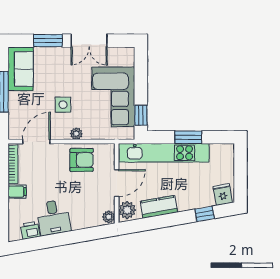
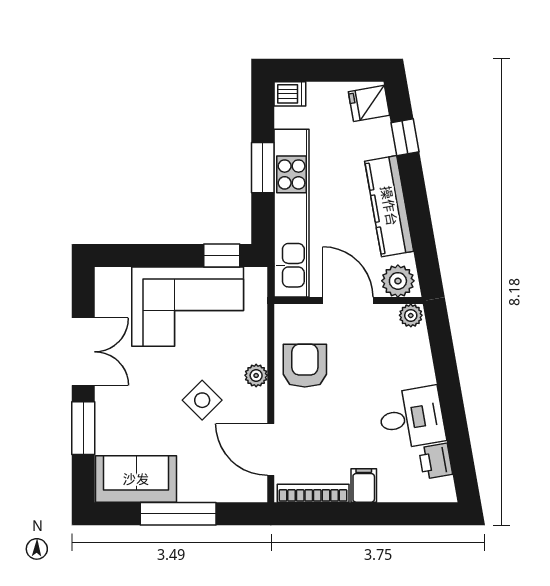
side table: (63, 105) -> (202, 400), turned 45
dishwasher: (228, 152) -> (290, 94), added
kitchen counter: (159, 207) -> (389, 206), width x1.50

